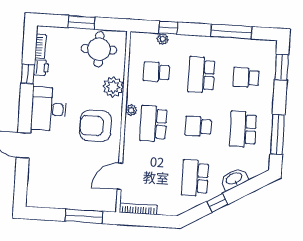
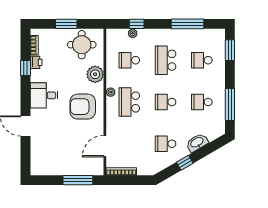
desk: (49, 109) -> (44, 95), width x0.73
school desk: (243, 129) -> (202, 102), width x0.54
school desk: (195, 178) -> (166, 144), width x0.54

